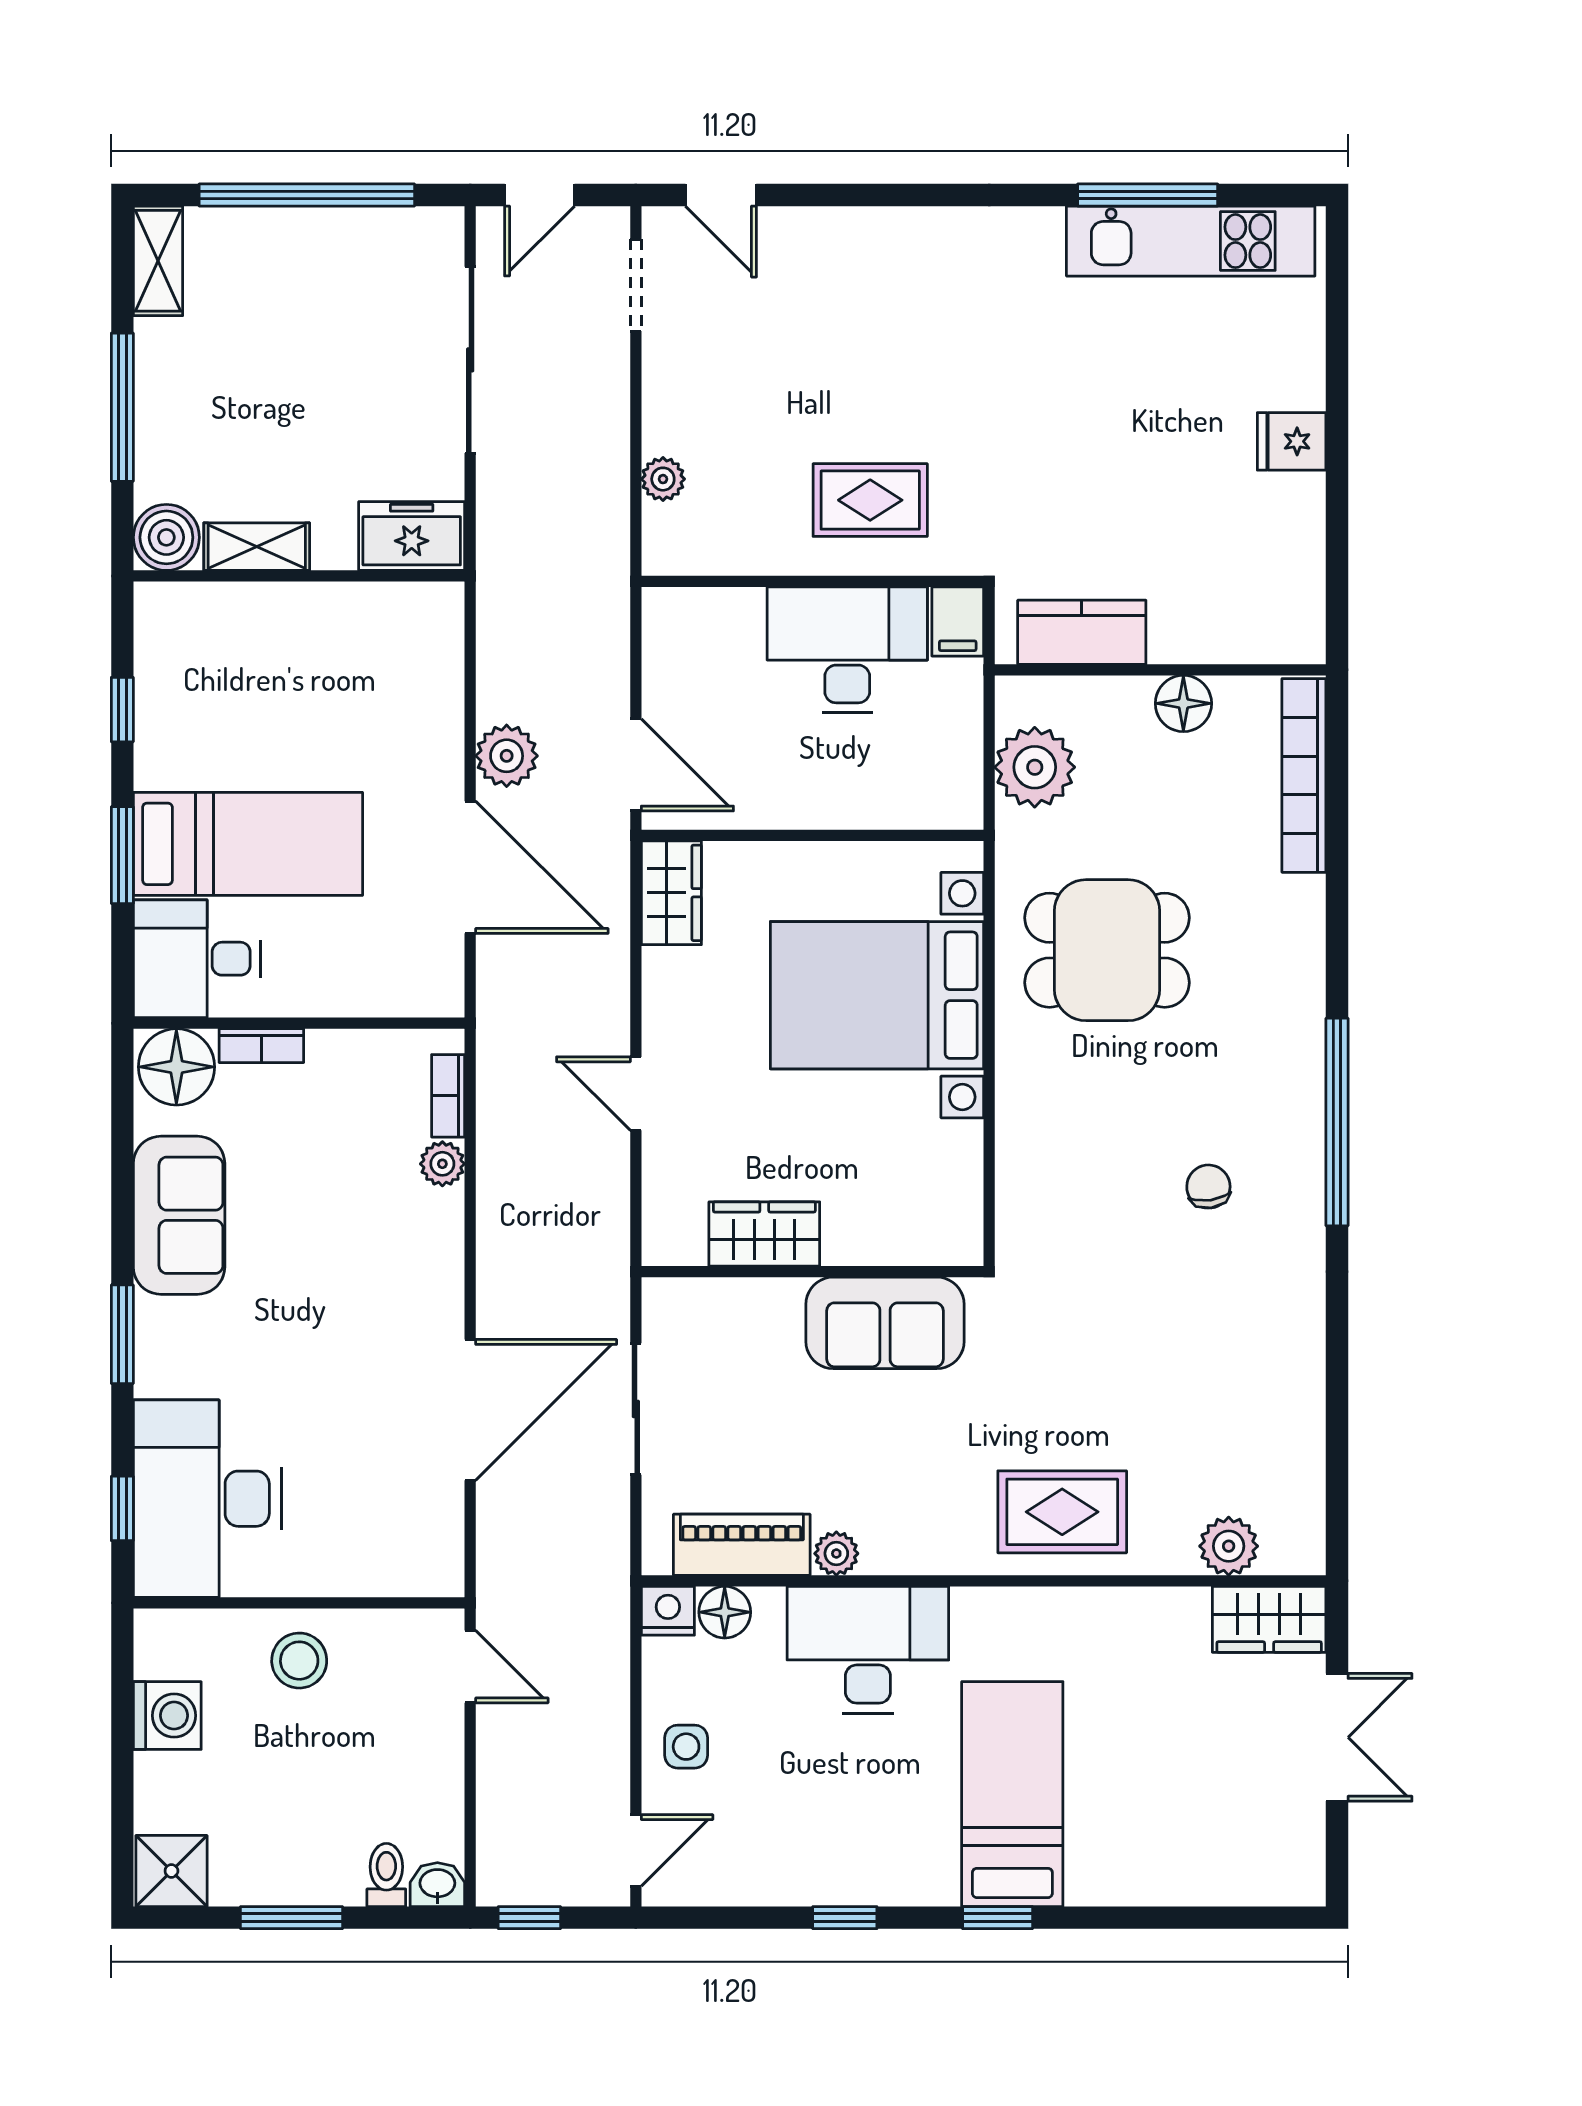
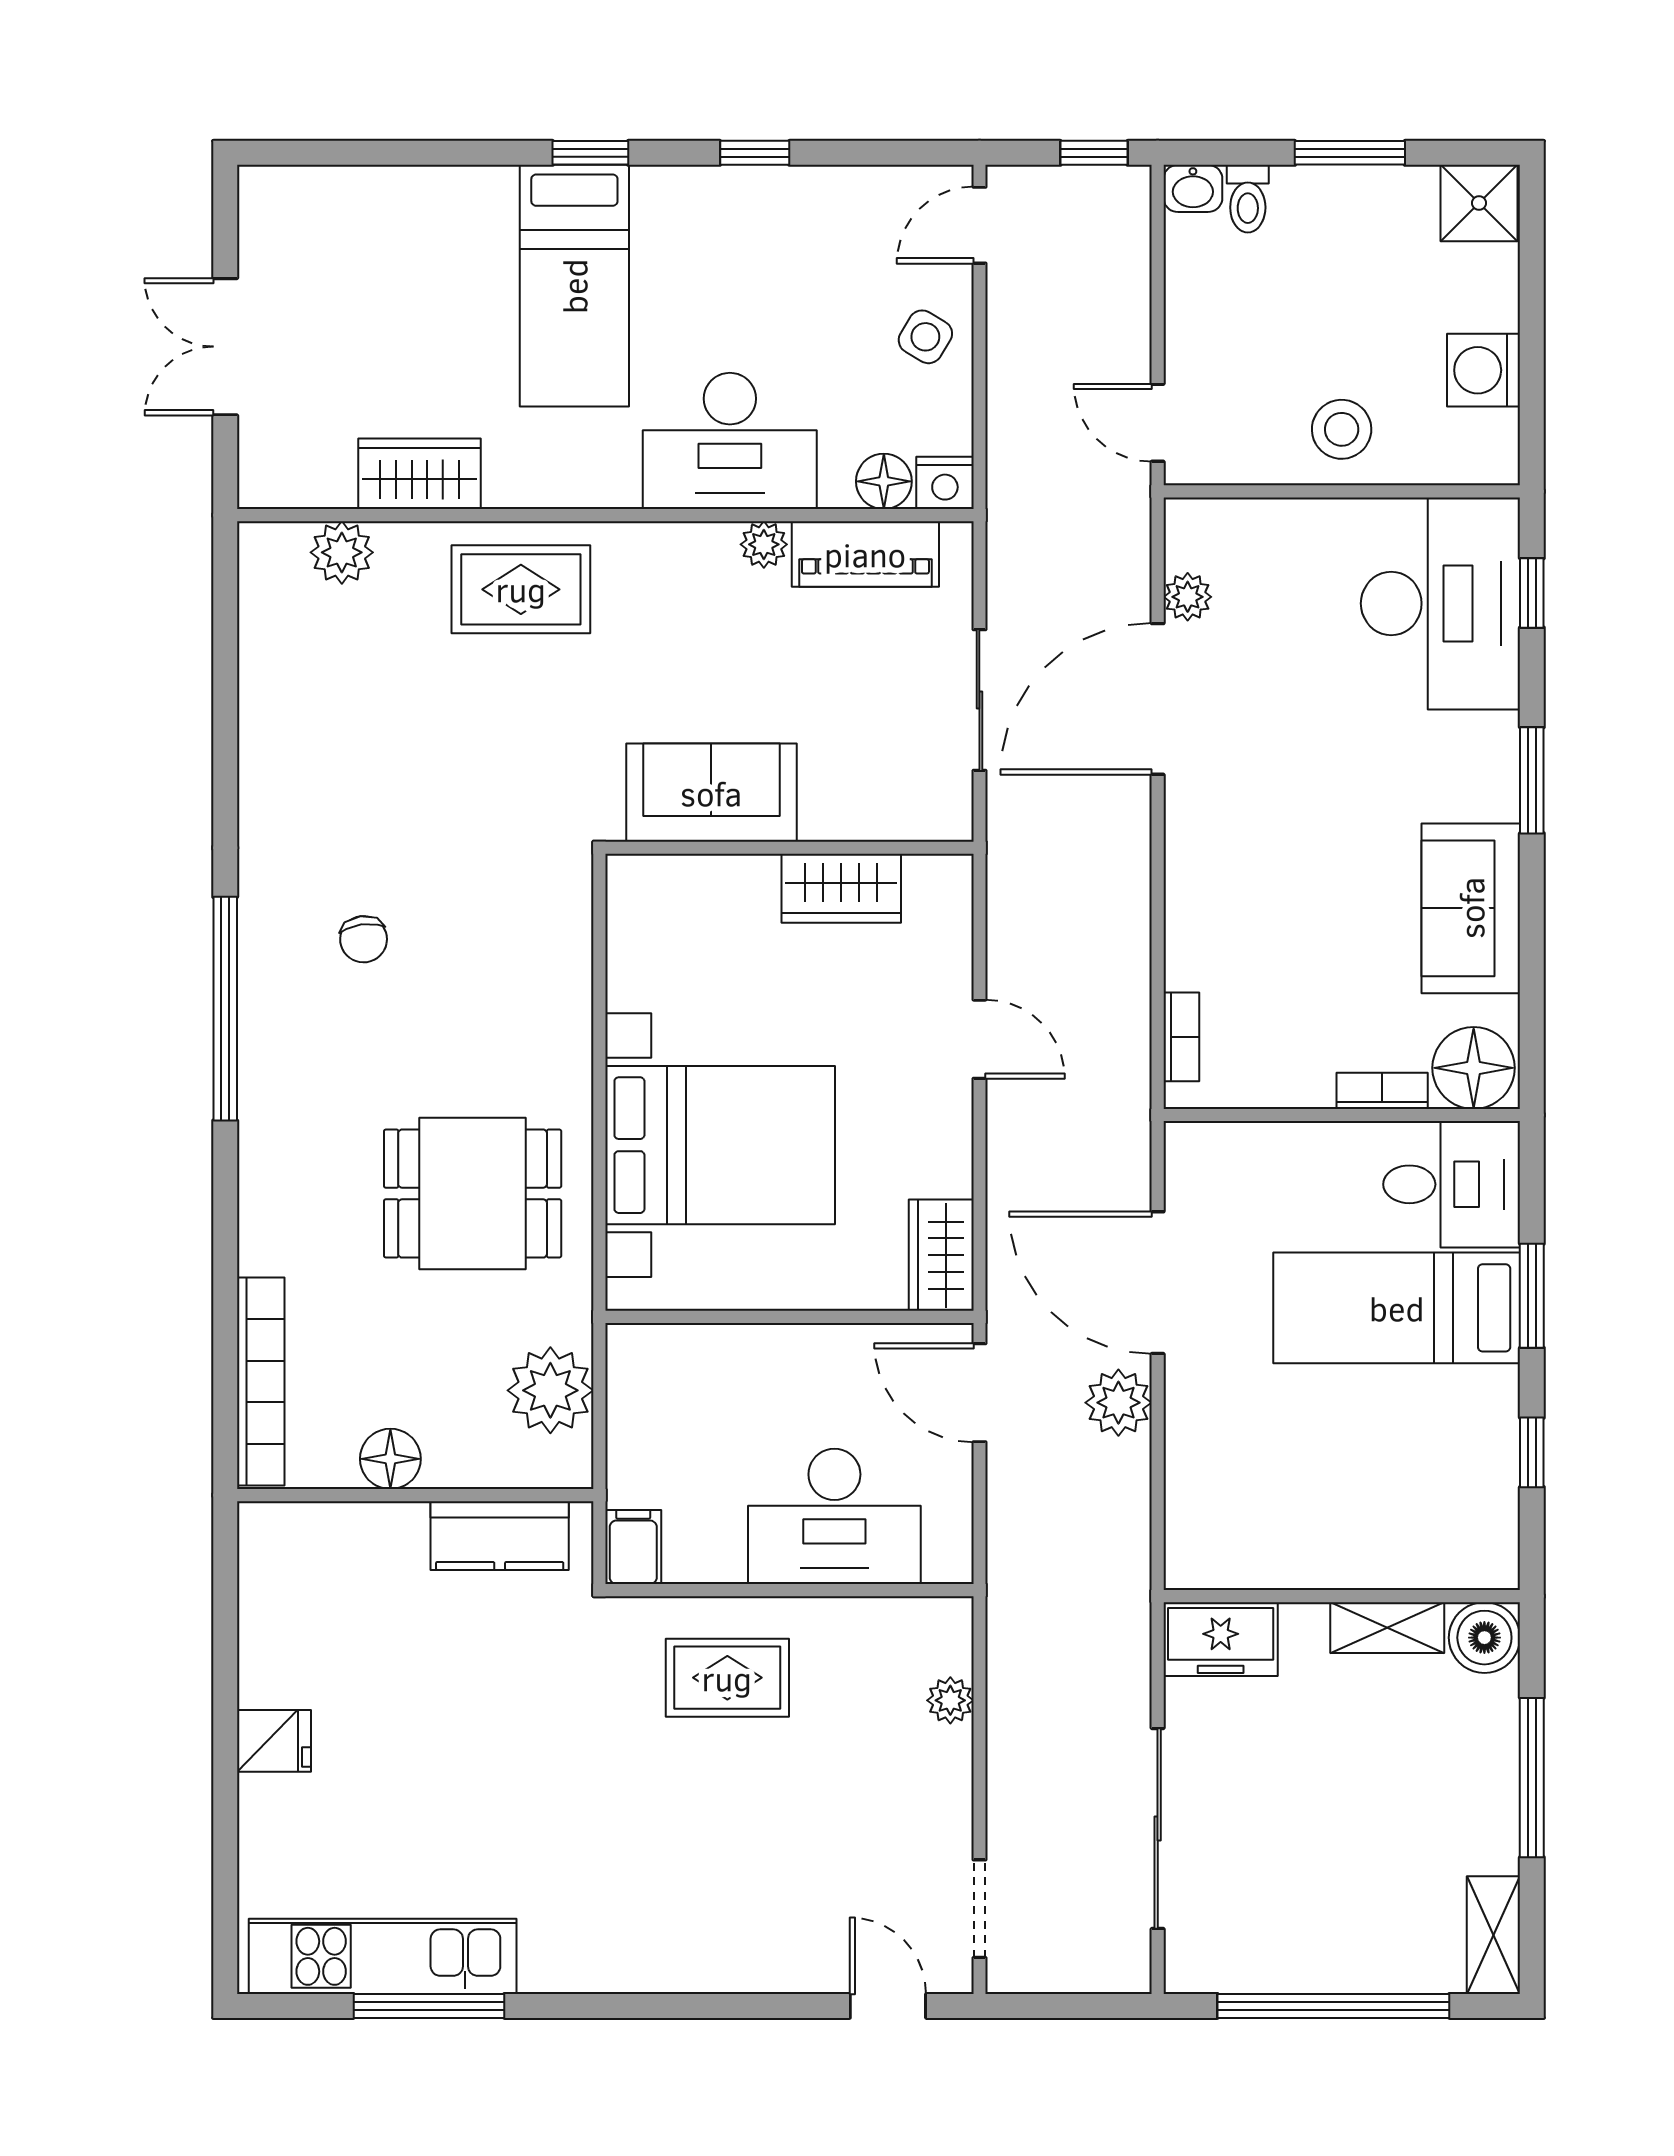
door: (540, 195) -> (1083, 2006), removed
desk: (847, 650) -> (834, 1516), moved
plant: (442, 1164) -> (1188, 597), moved
wardrobe: (1269, 1619) -> (419, 474), moved
side table: (686, 1747) -> (925, 337), turned 31

